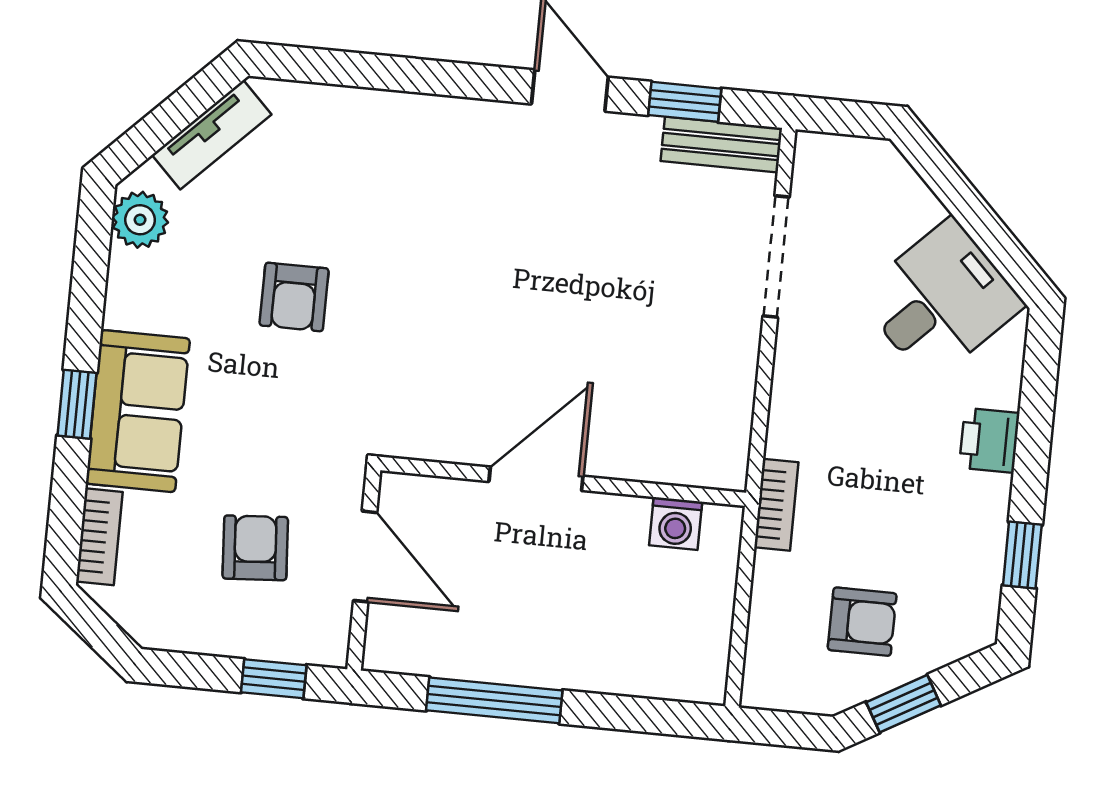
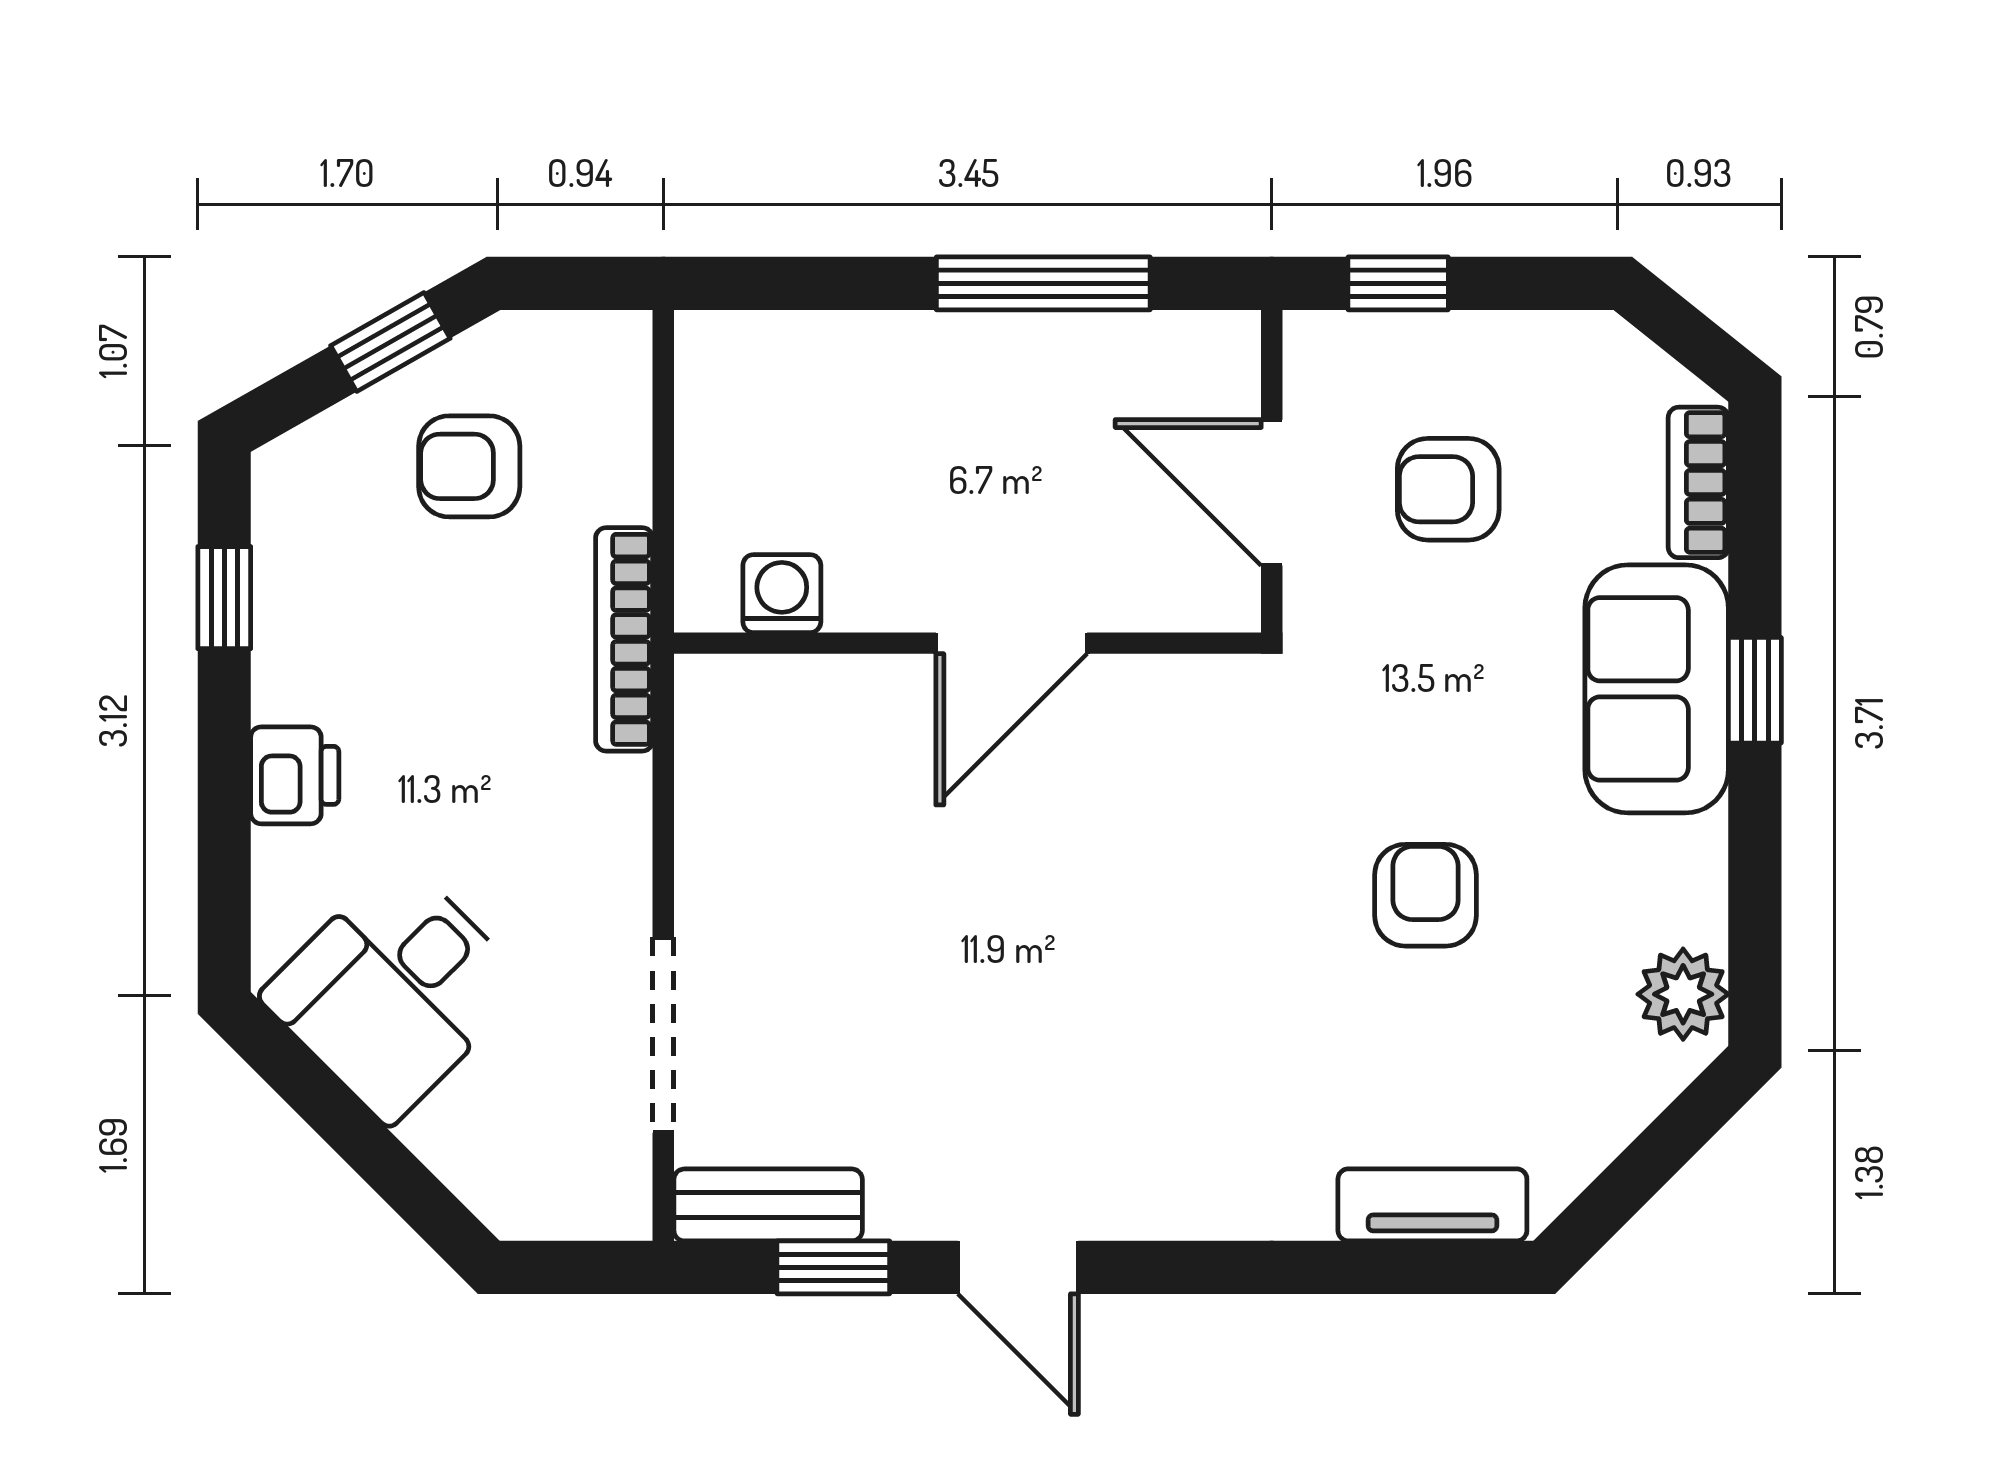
tv unit: (212, 135) -> (1432, 1205), moved, turned 45
bookcase: (776, 505) -> (624, 639), width x1.56
armchair: (255, 548) -> (1448, 489), turned 94

